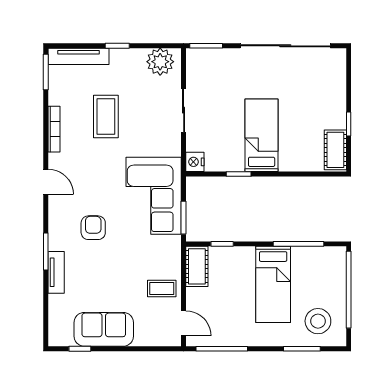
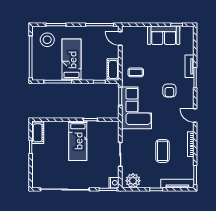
nightstand: (195, 162) -> (114, 183), moved
coffee table: (162, 288) -> (136, 72), moved

